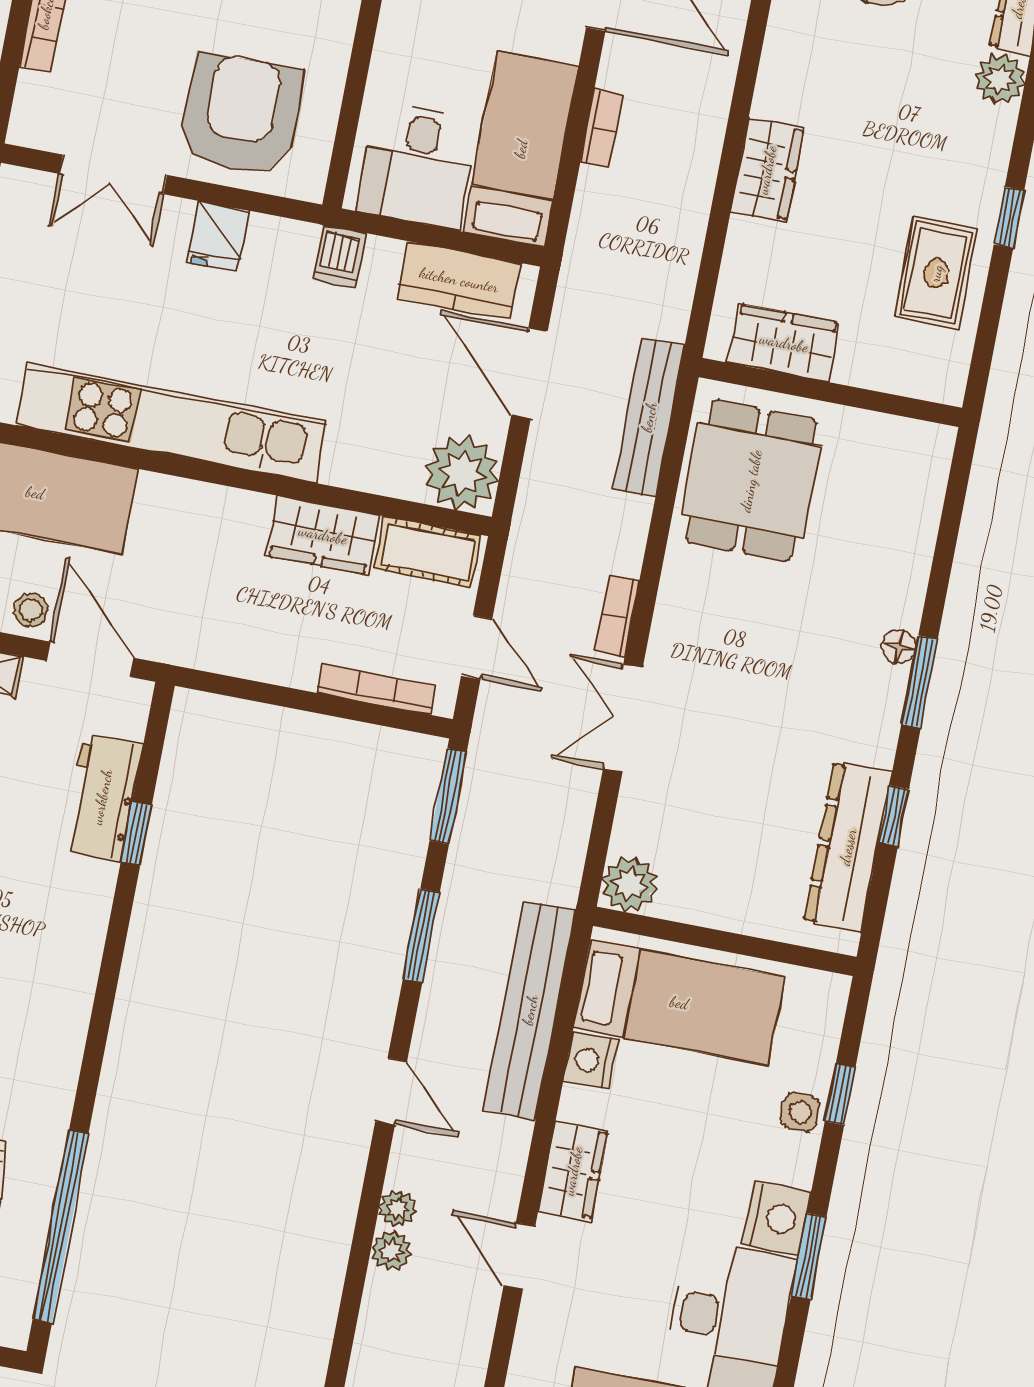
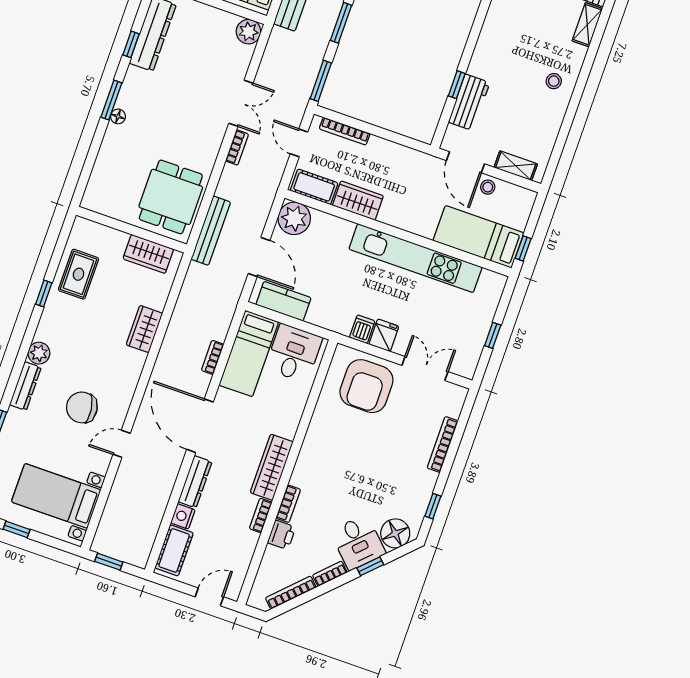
dishwasher: (339, 256) -> (362, 329), moved

